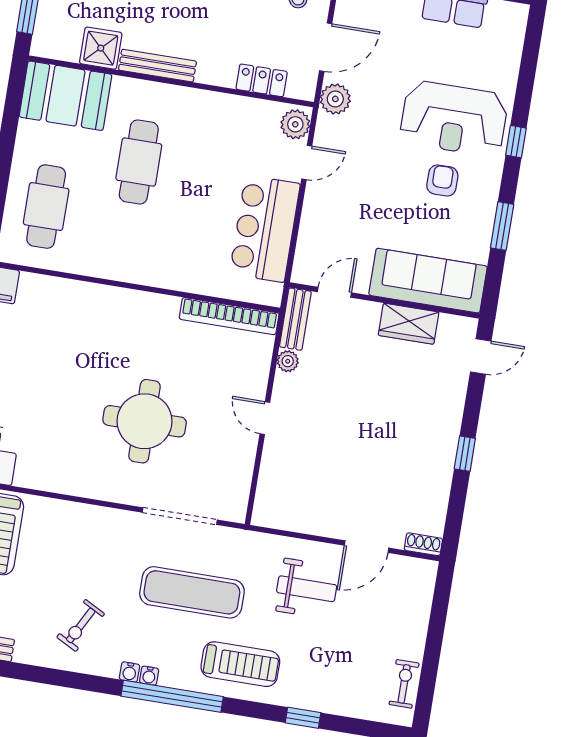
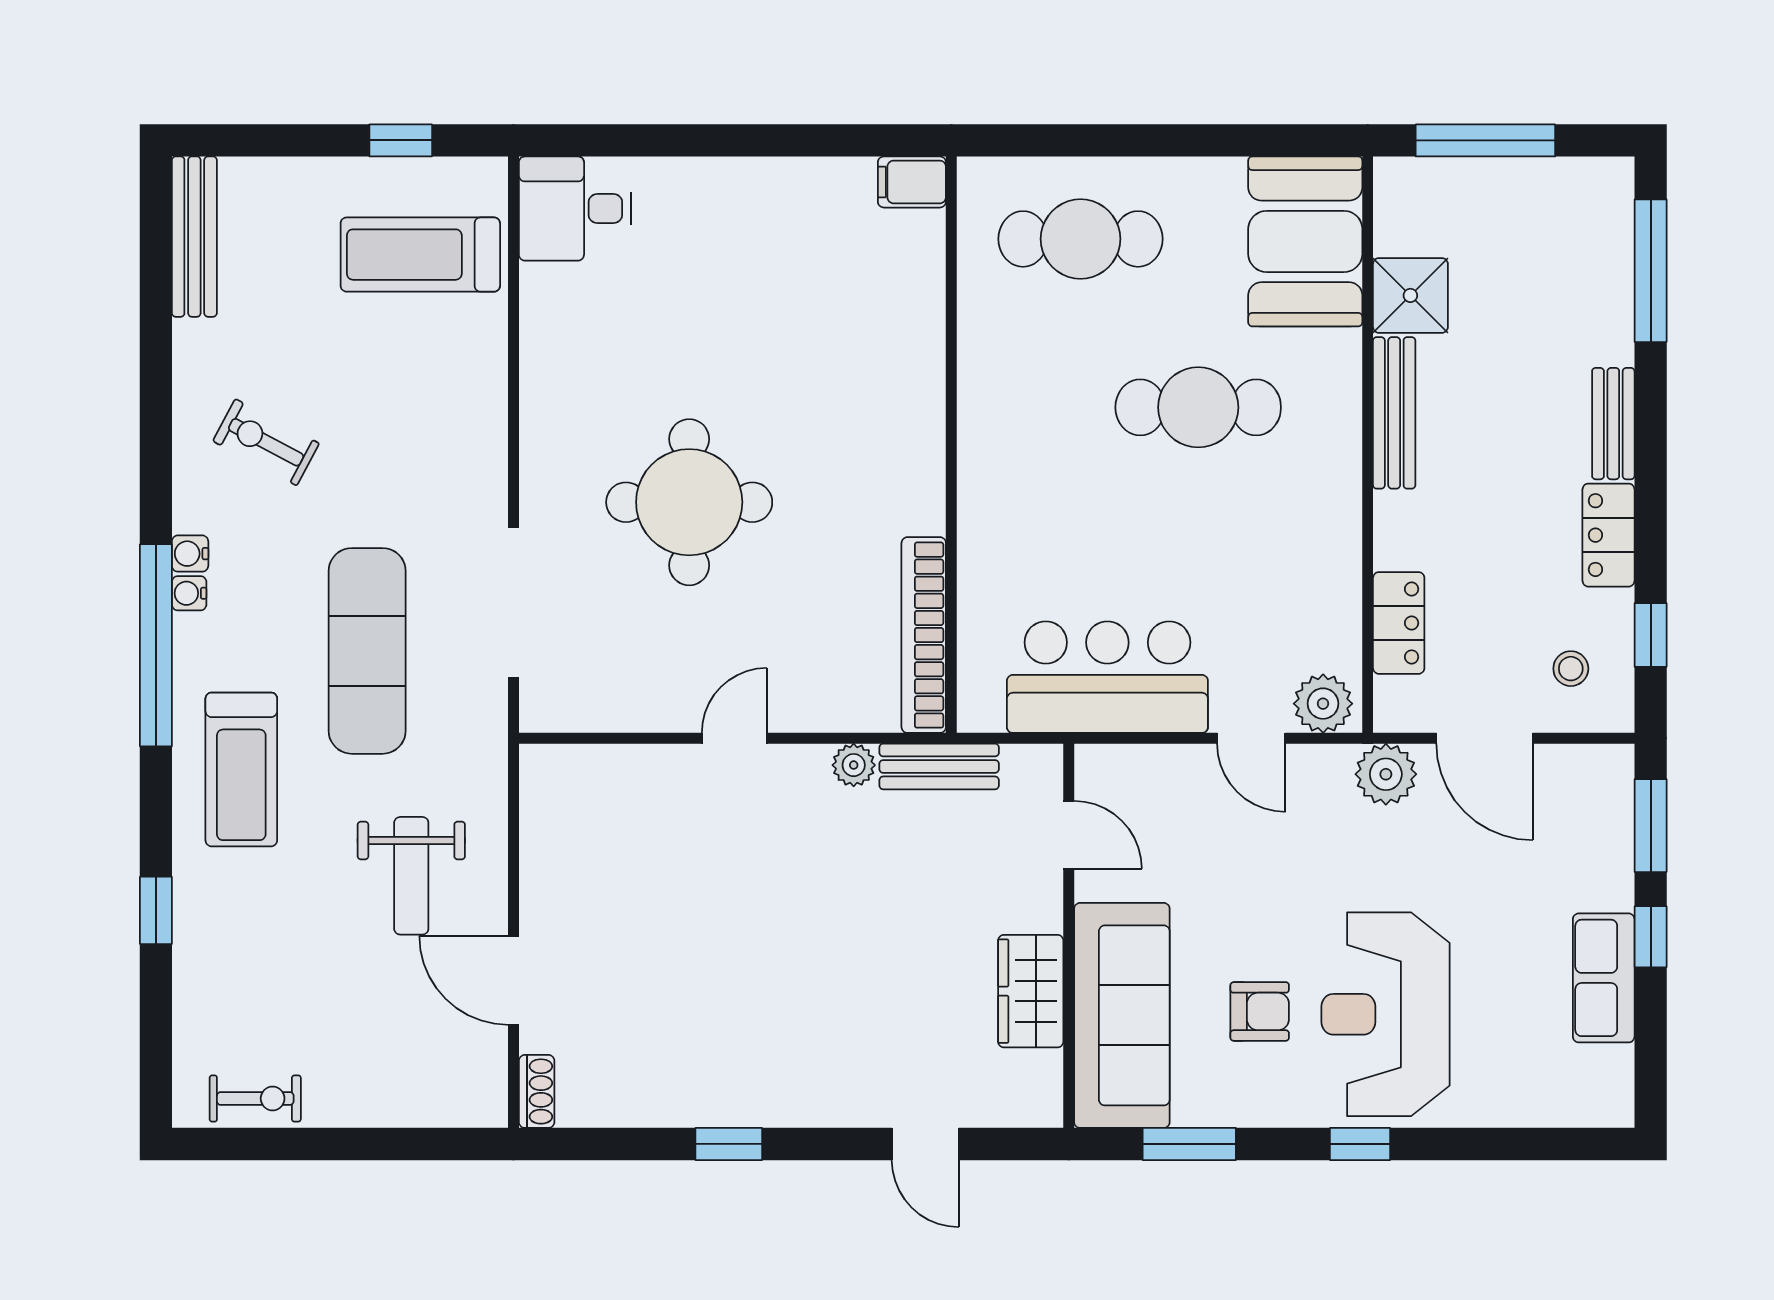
sofa: (428, 281) -> (1122, 1015), moved
door: (334, 292) -> (1069, 835), moved
wall: (384, 300) -> (1069, 936), moved
wardrobe: (409, 324) -> (1031, 991), moved

